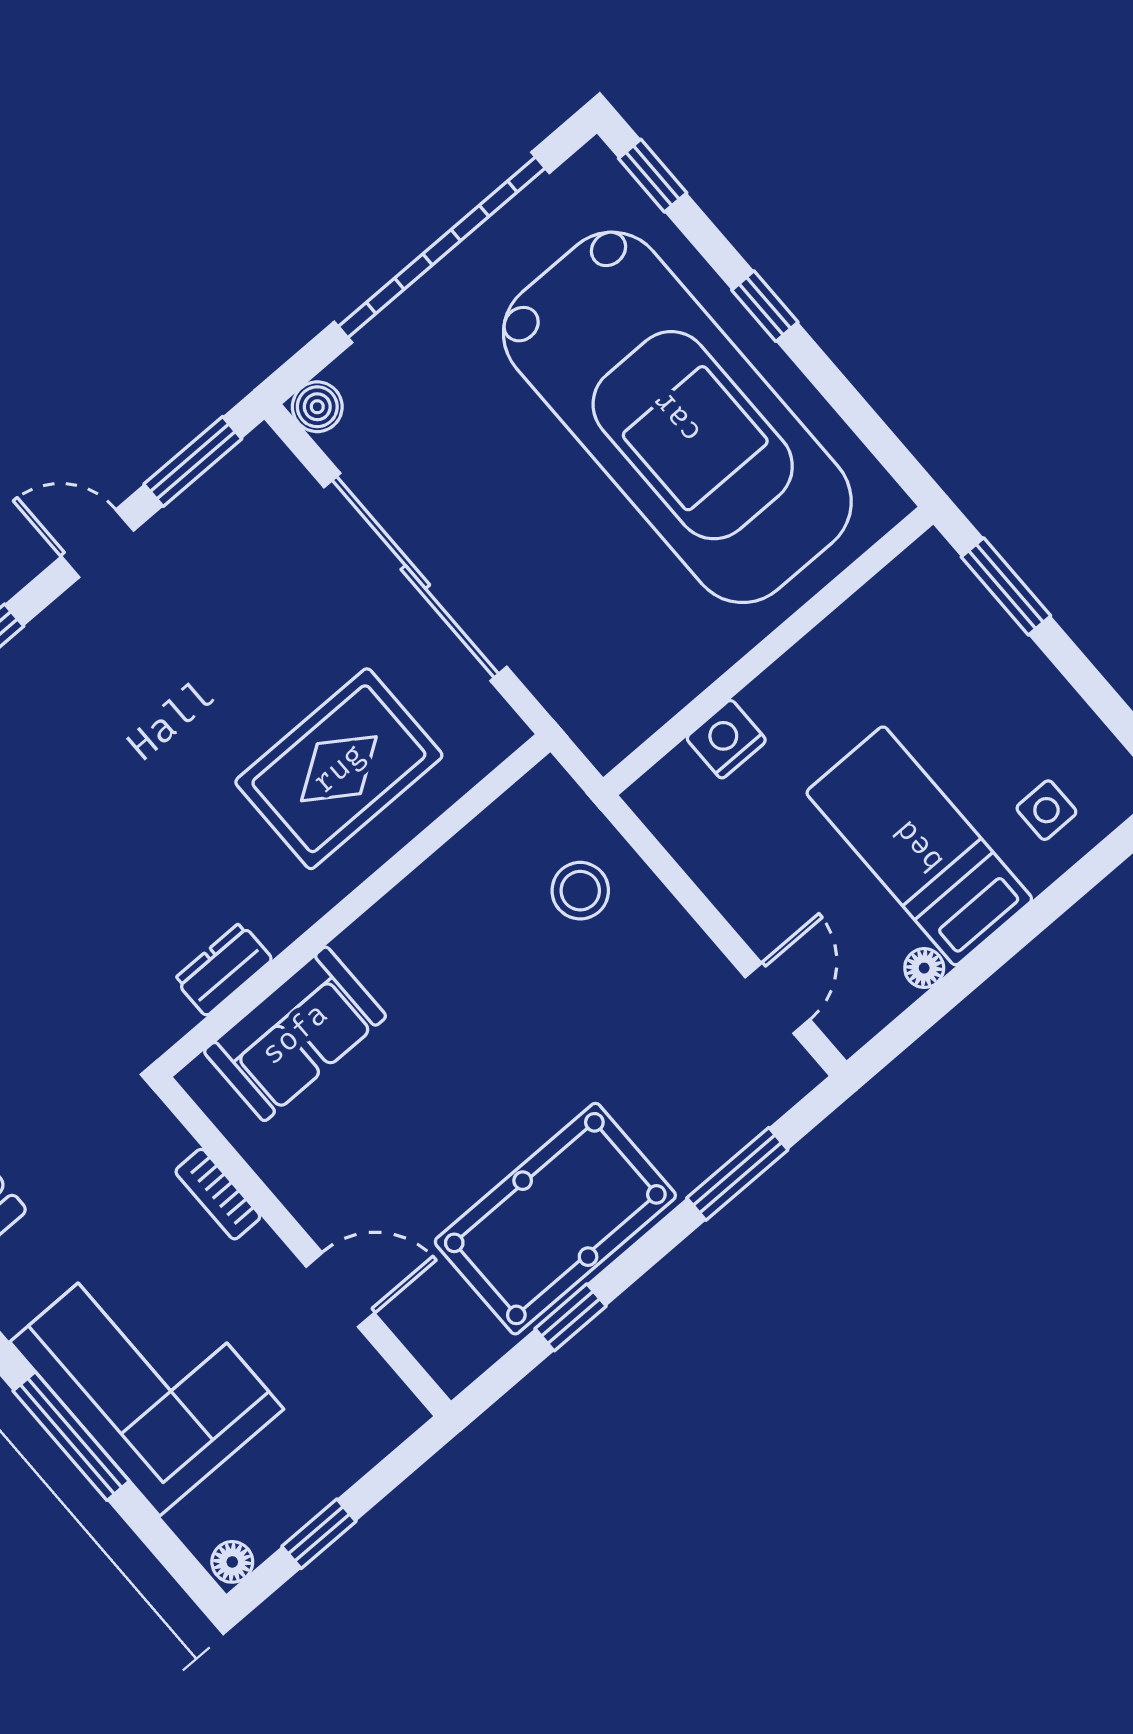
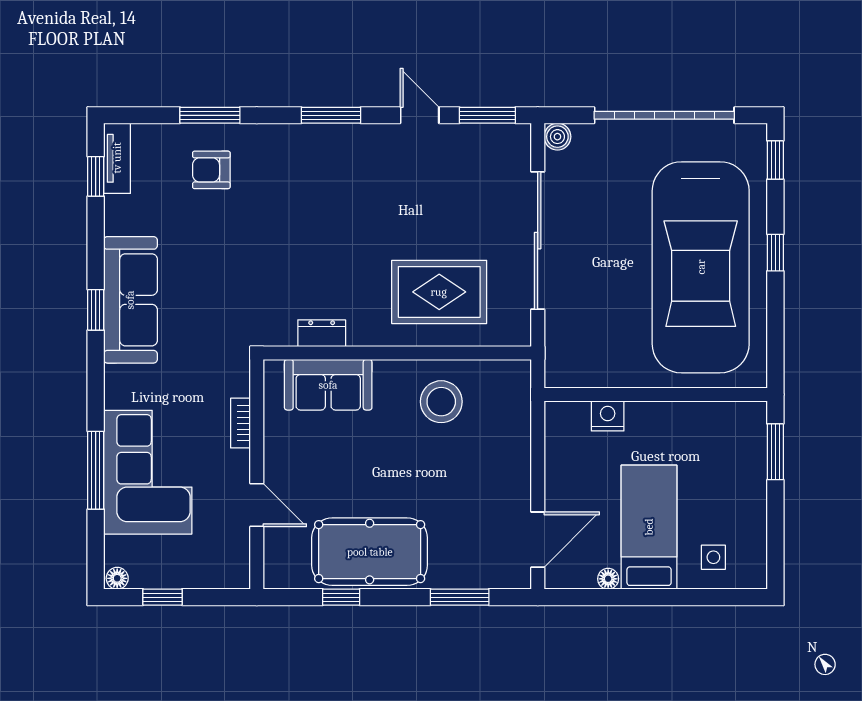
stool: (580, 891) -> (441, 402), moved, width x1.38, depth x1.38
door: (778, 998) -> (538, 540), width x1.38

